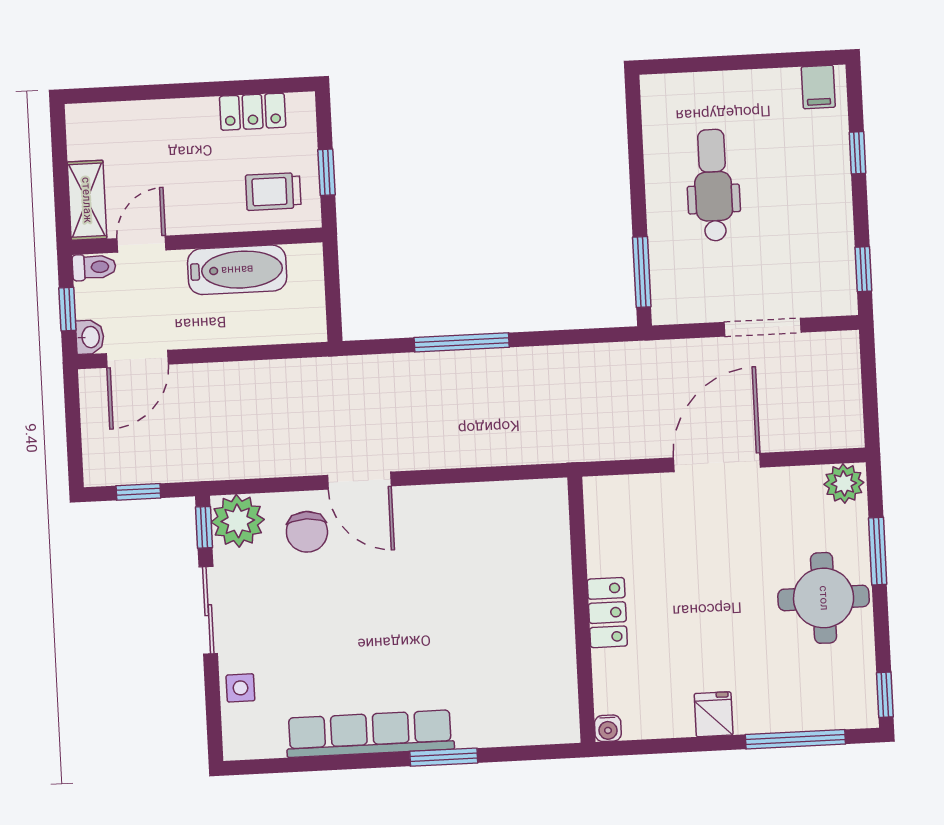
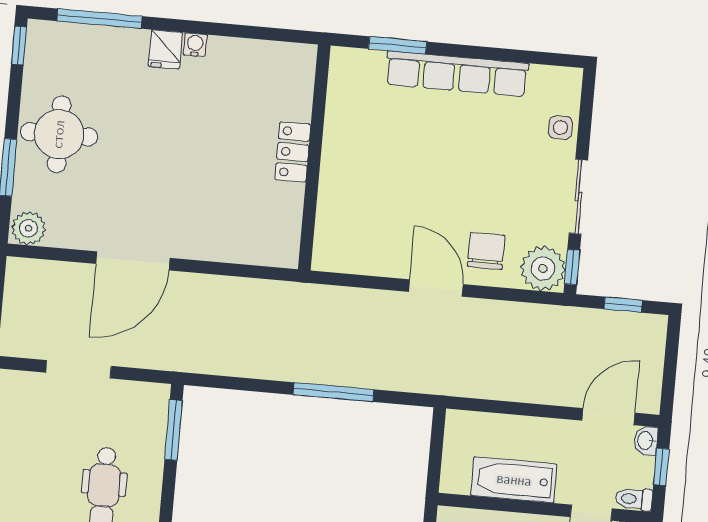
wall: (581, 610) -> (314, 157), moved
locker: (607, 613) -> (293, 152), moved
water cooler: (608, 728) -> (195, 45), moved

